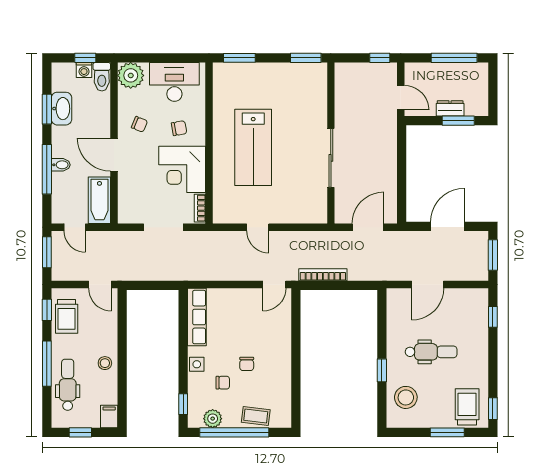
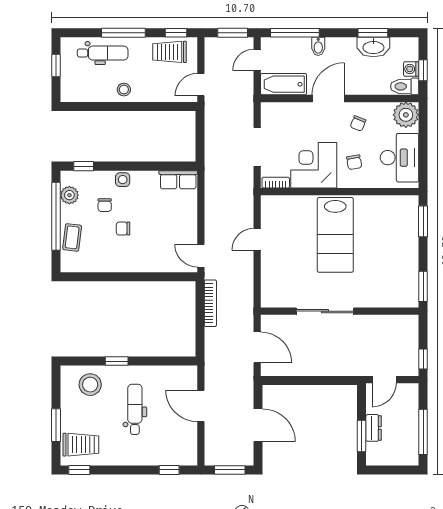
lab bench: (253, 147) -> (335, 235), turned -90
window: (47, 169) -> (295, 33), moved
row of seats: (197, 317) -> (178, 180), width x0.68
dental chair: (431, 352) -> (135, 409), turned 180
filing cabinet: (109, 416) -> (72, 94), removed

